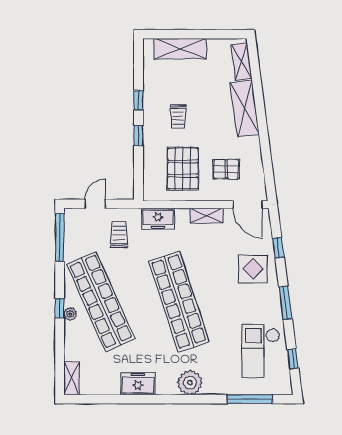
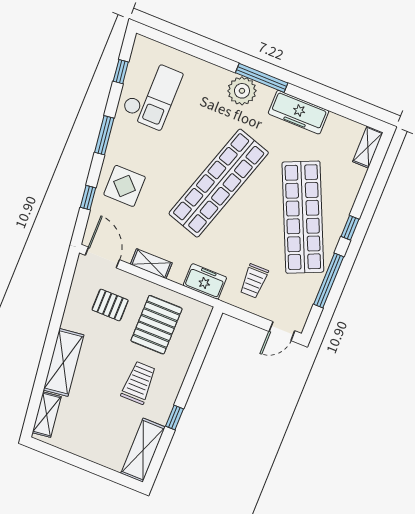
shelving: (180, 49) -> (143, 450), moved, turned 90
trolley: (178, 116) -> (139, 383), width x1.36, depth x1.39
window: (139, 136) -> (190, 379), removed
door: (95, 204) -> (282, 331), moved
window: (60, 238) -> (329, 280), moved
shop shelf: (179, 301) -> (219, 183), turned 36
plant: (70, 314) -> (341, 217), removed
freezer: (138, 384) -> (299, 112), width x1.40
window: (250, 399) -> (262, 78), moved

